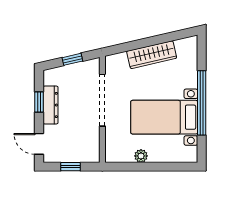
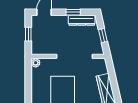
dresser: (51, 105) -> (82, 20), moved
plant: (141, 156) -> (36, 63), moved

